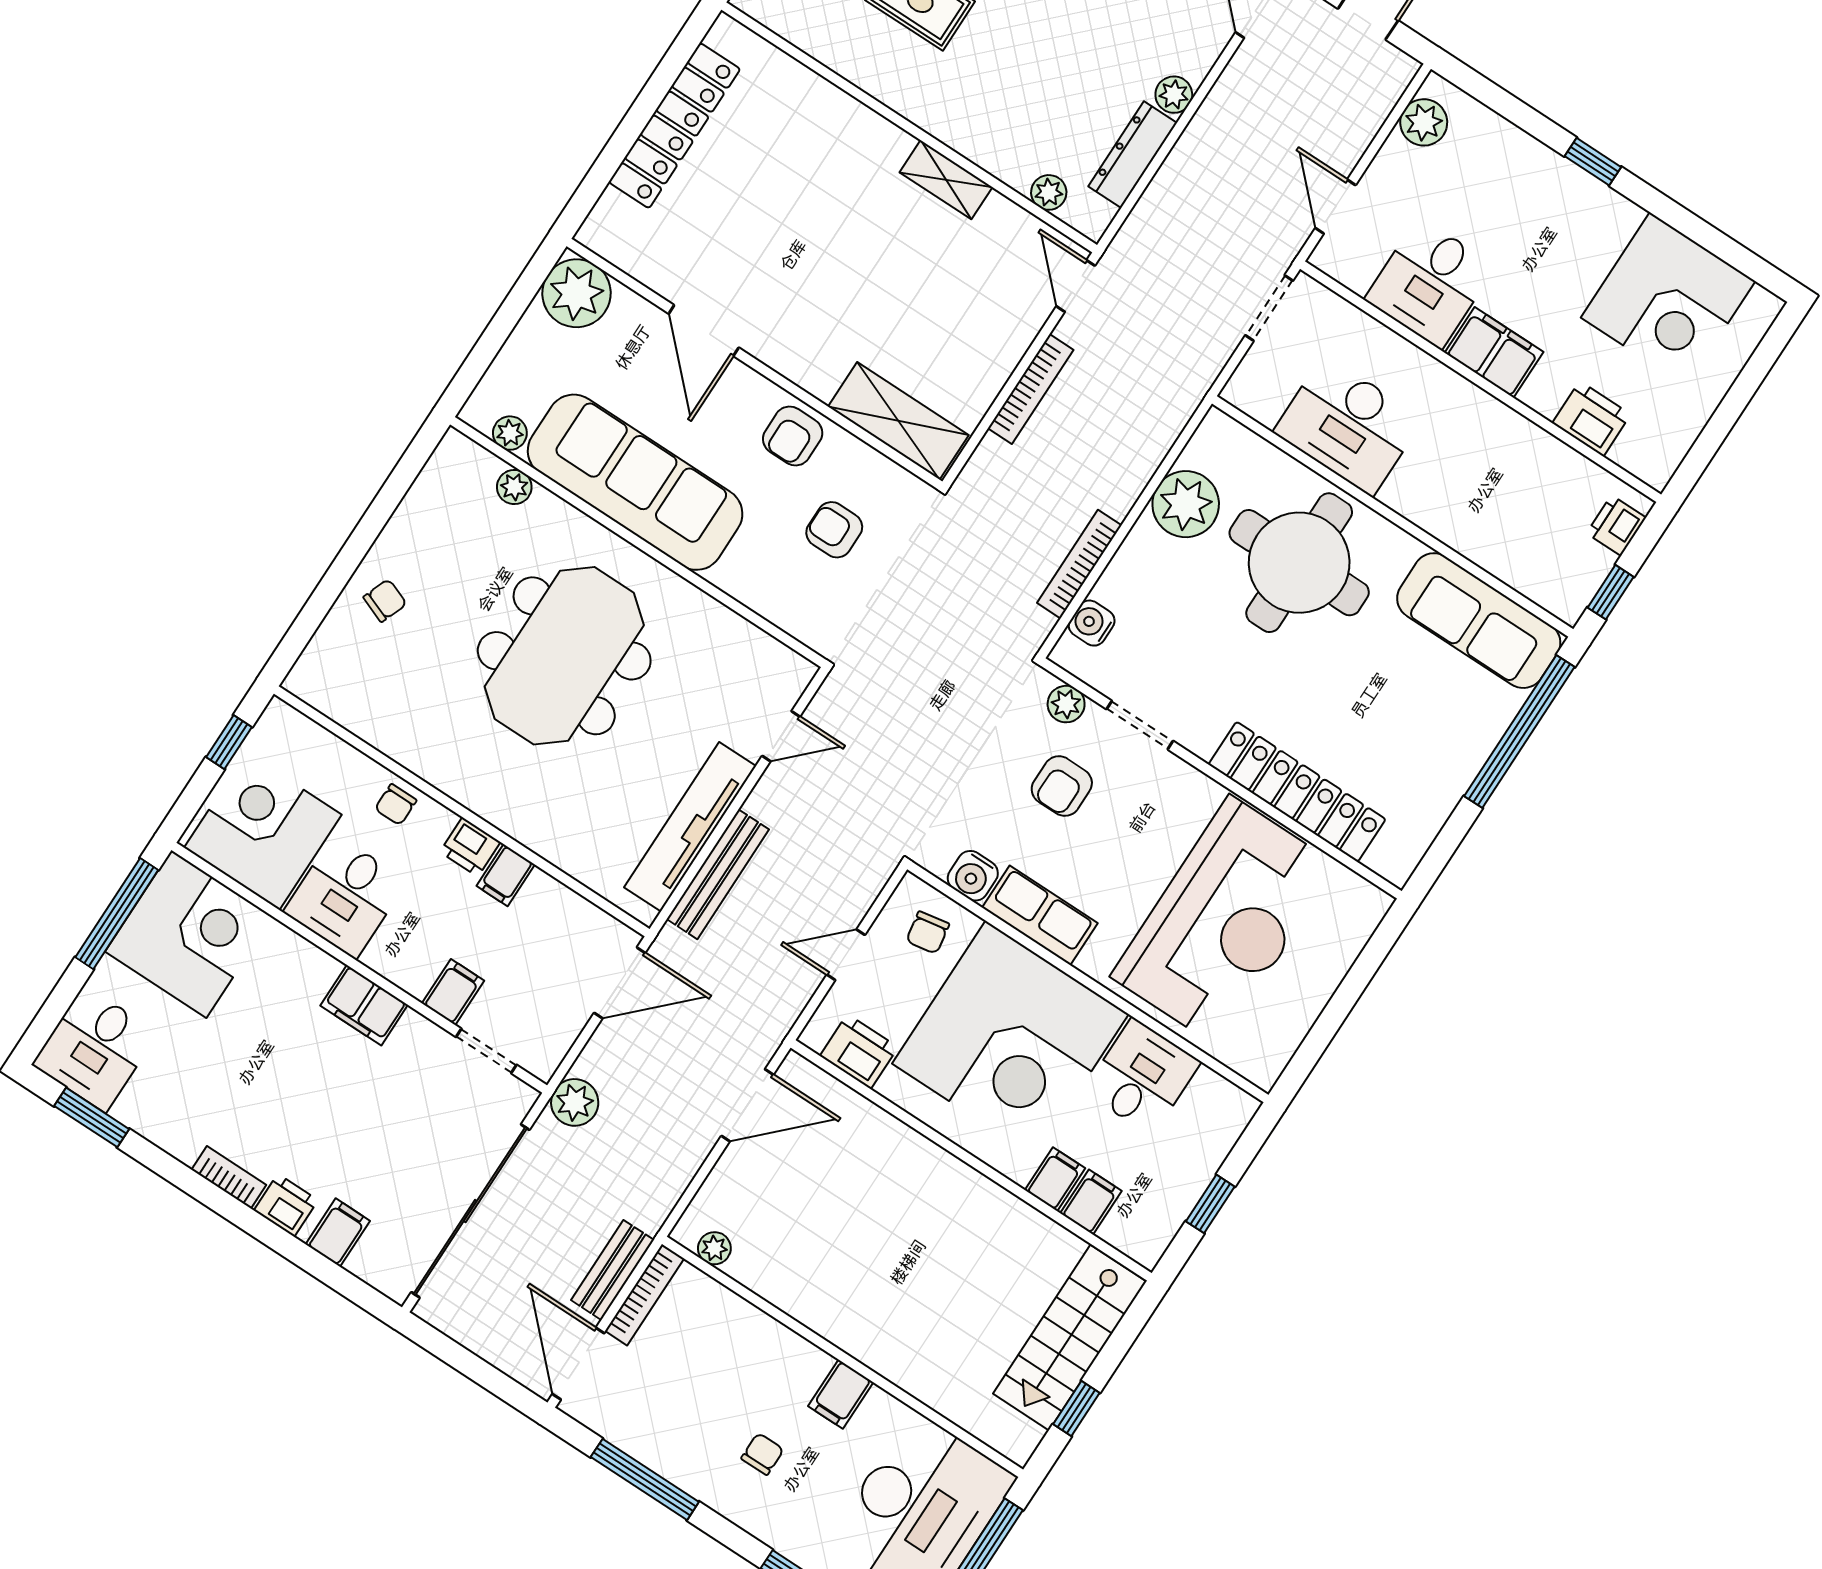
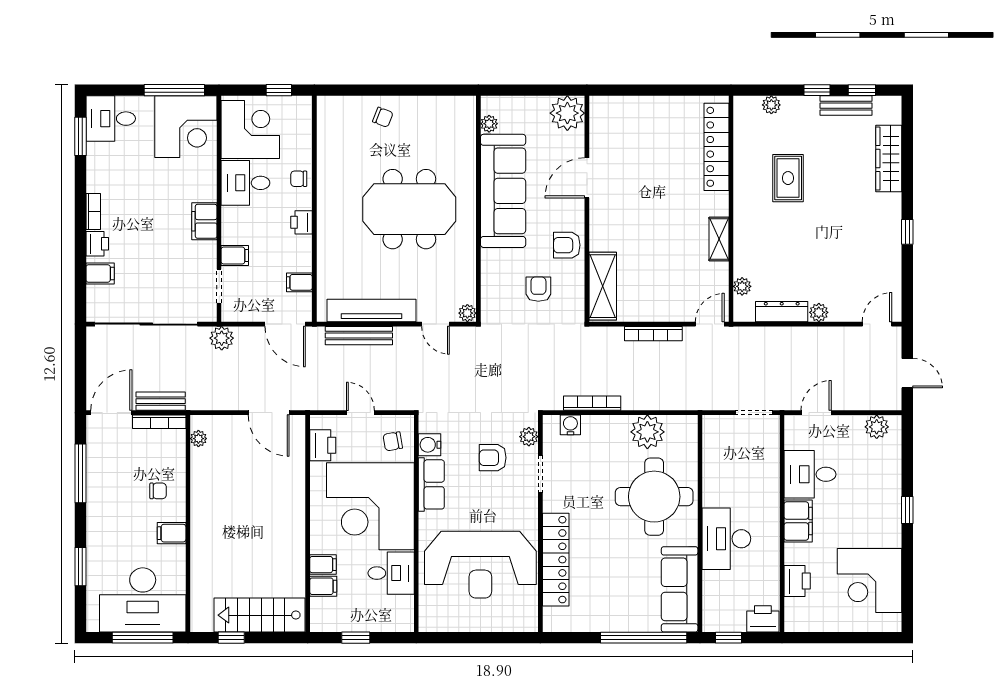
locker: (674, 126) -> (716, 147), moved, turned 90
desk: (1348, 425) -> (726, 539), moved
plant: (514, 487) -> (467, 313), moved
printer: (1616, 525) -> (763, 619), width x1.36, depth x1.24
filing cabinet: (506, 875) -> (299, 282), moved
chair: (762, 1454) -> (158, 491), moved

